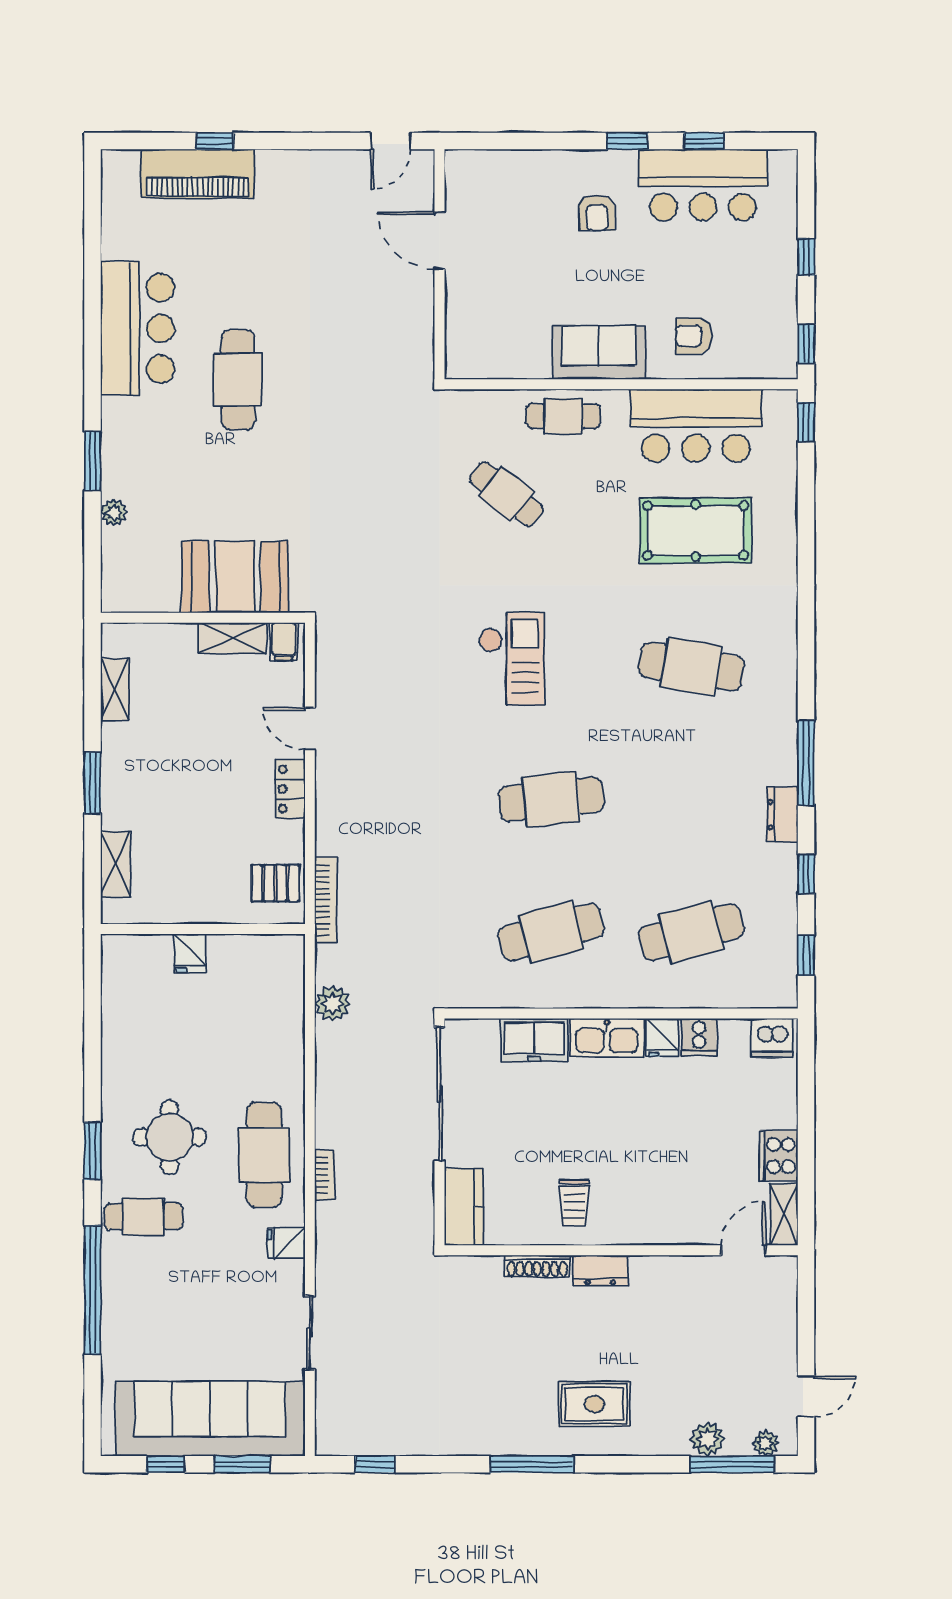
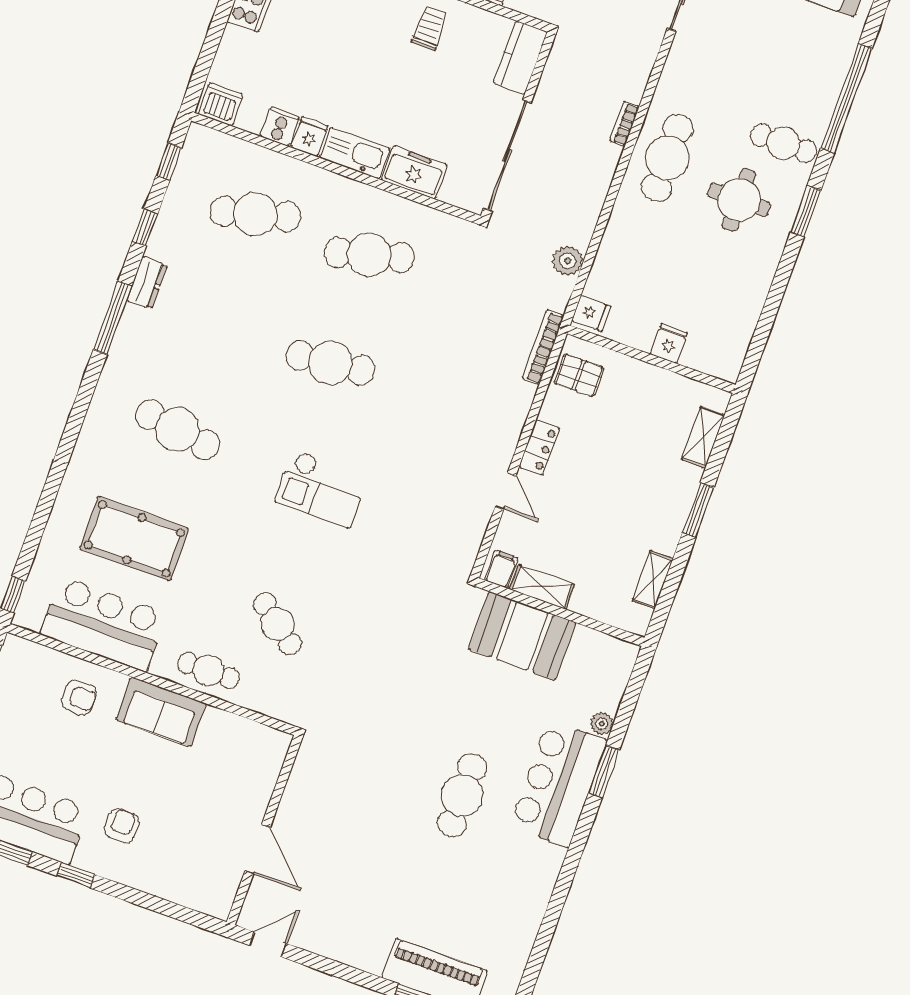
bar counter: (138, 328) -> (558, 783), moved
checkout: (512, 659) -> (321, 489), turned -90
fridge: (286, 1243) -> (591, 313), moved

